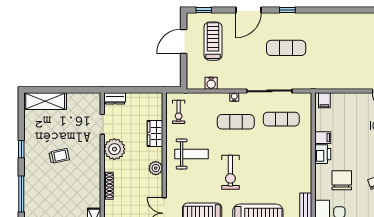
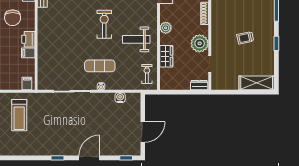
treadmill: (213, 41) -> (19, 115), moved
exercise mat: (286, 48) -> (58, 127), removed
exercise mat: (281, 119) -> (62, 68), removed

